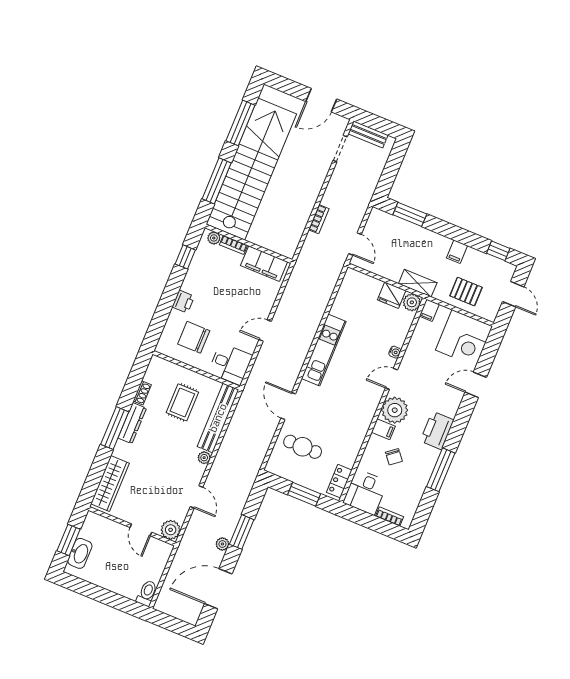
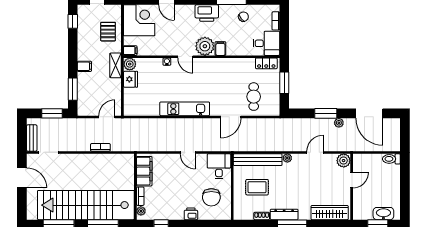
window: (389, 174) -> (52, 113), added
filing cabinet: (457, 252) -> (84, 66), moved
chair: (394, 457) -> (243, 17), moved

